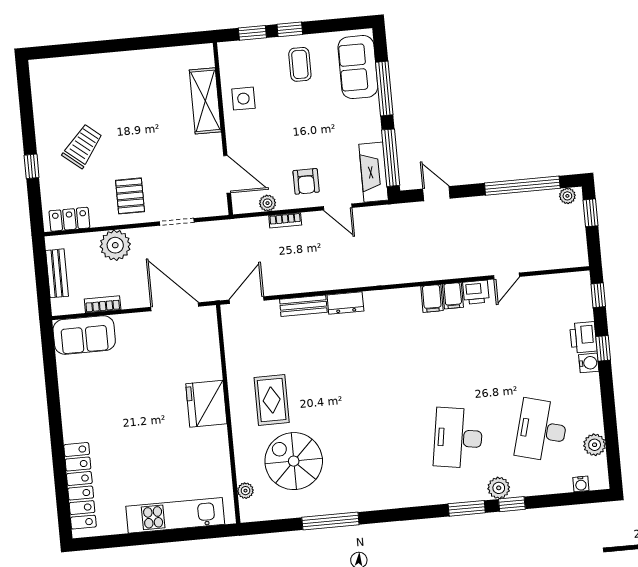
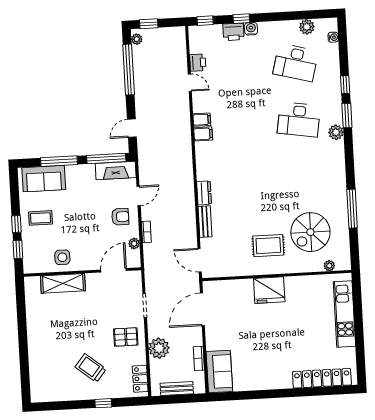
printer: (476, 292) -> (198, 63), moved
plant: (499, 488) -> (336, 132), moved

